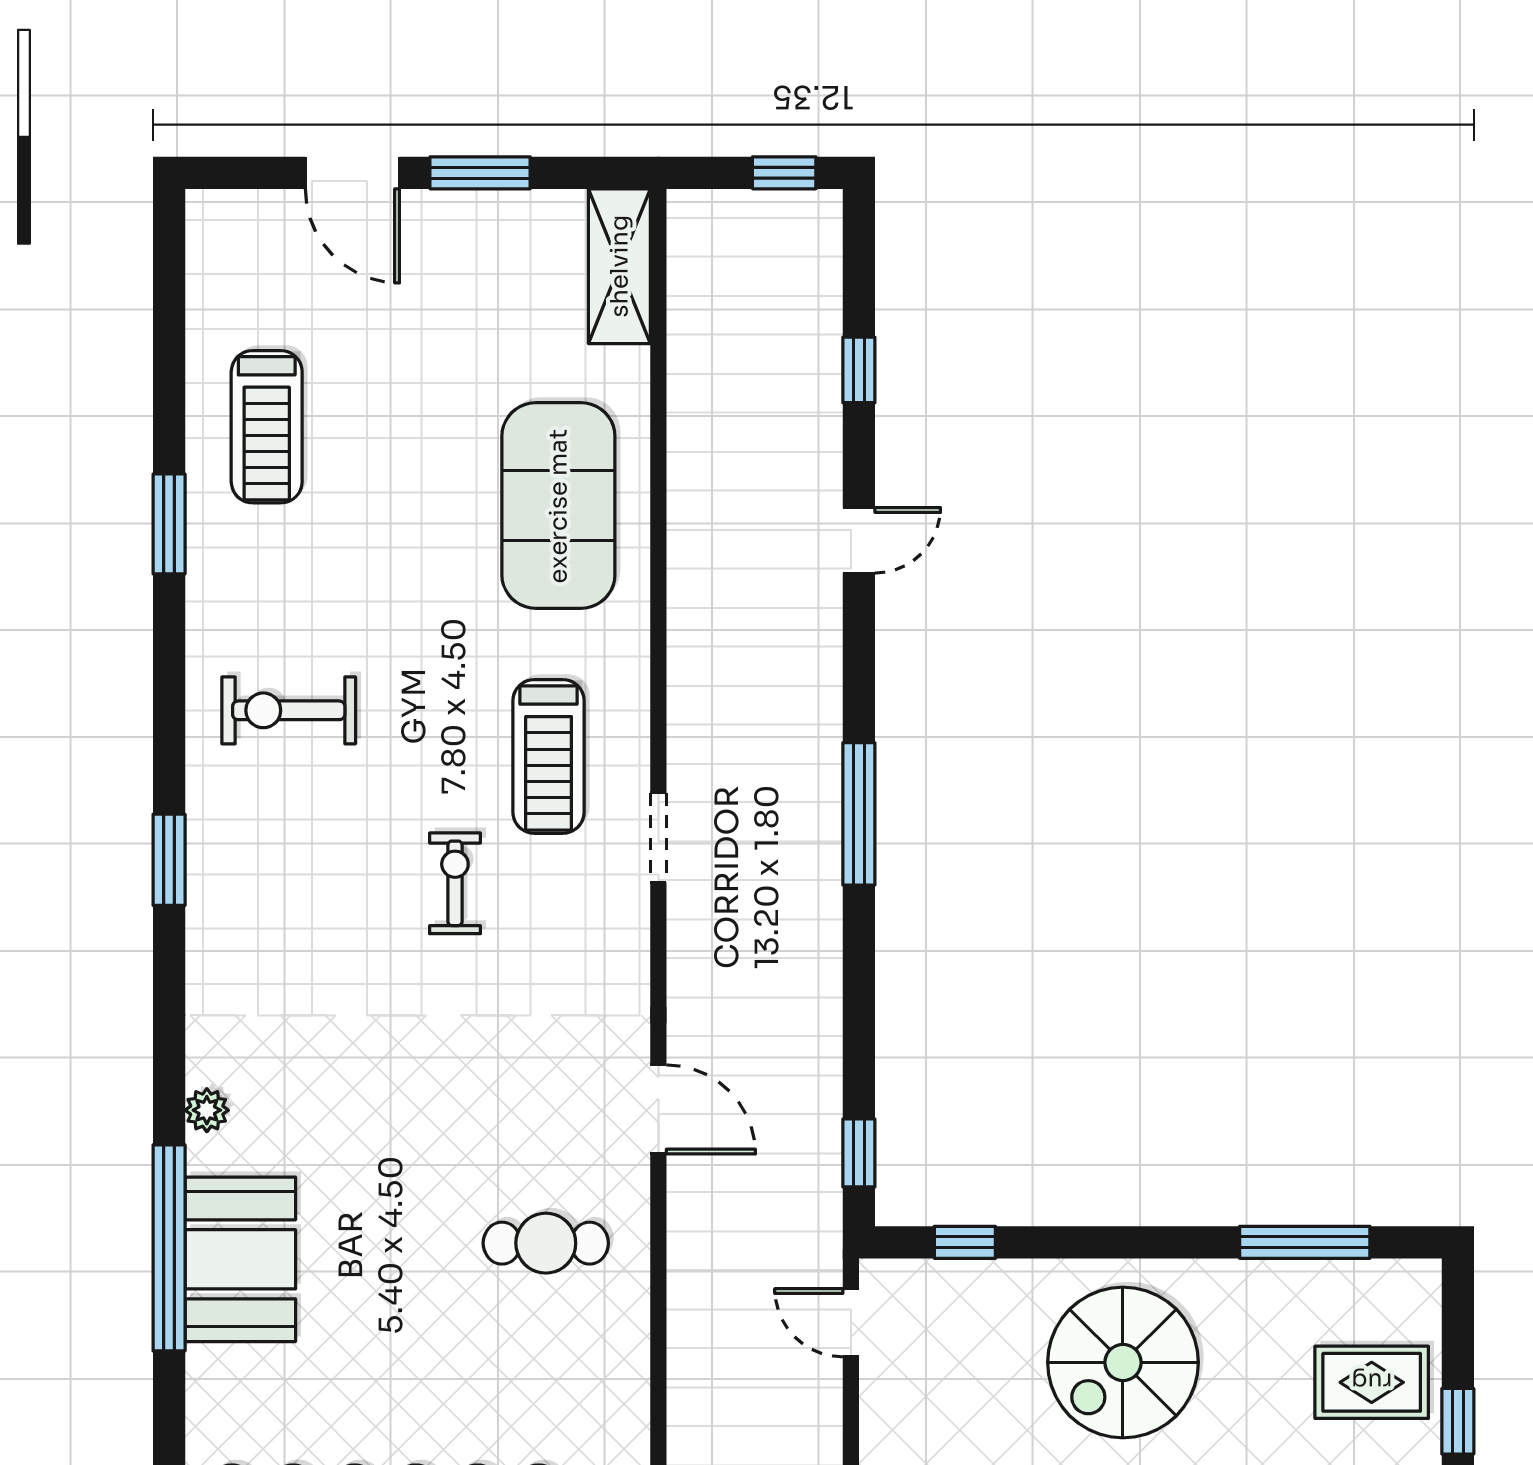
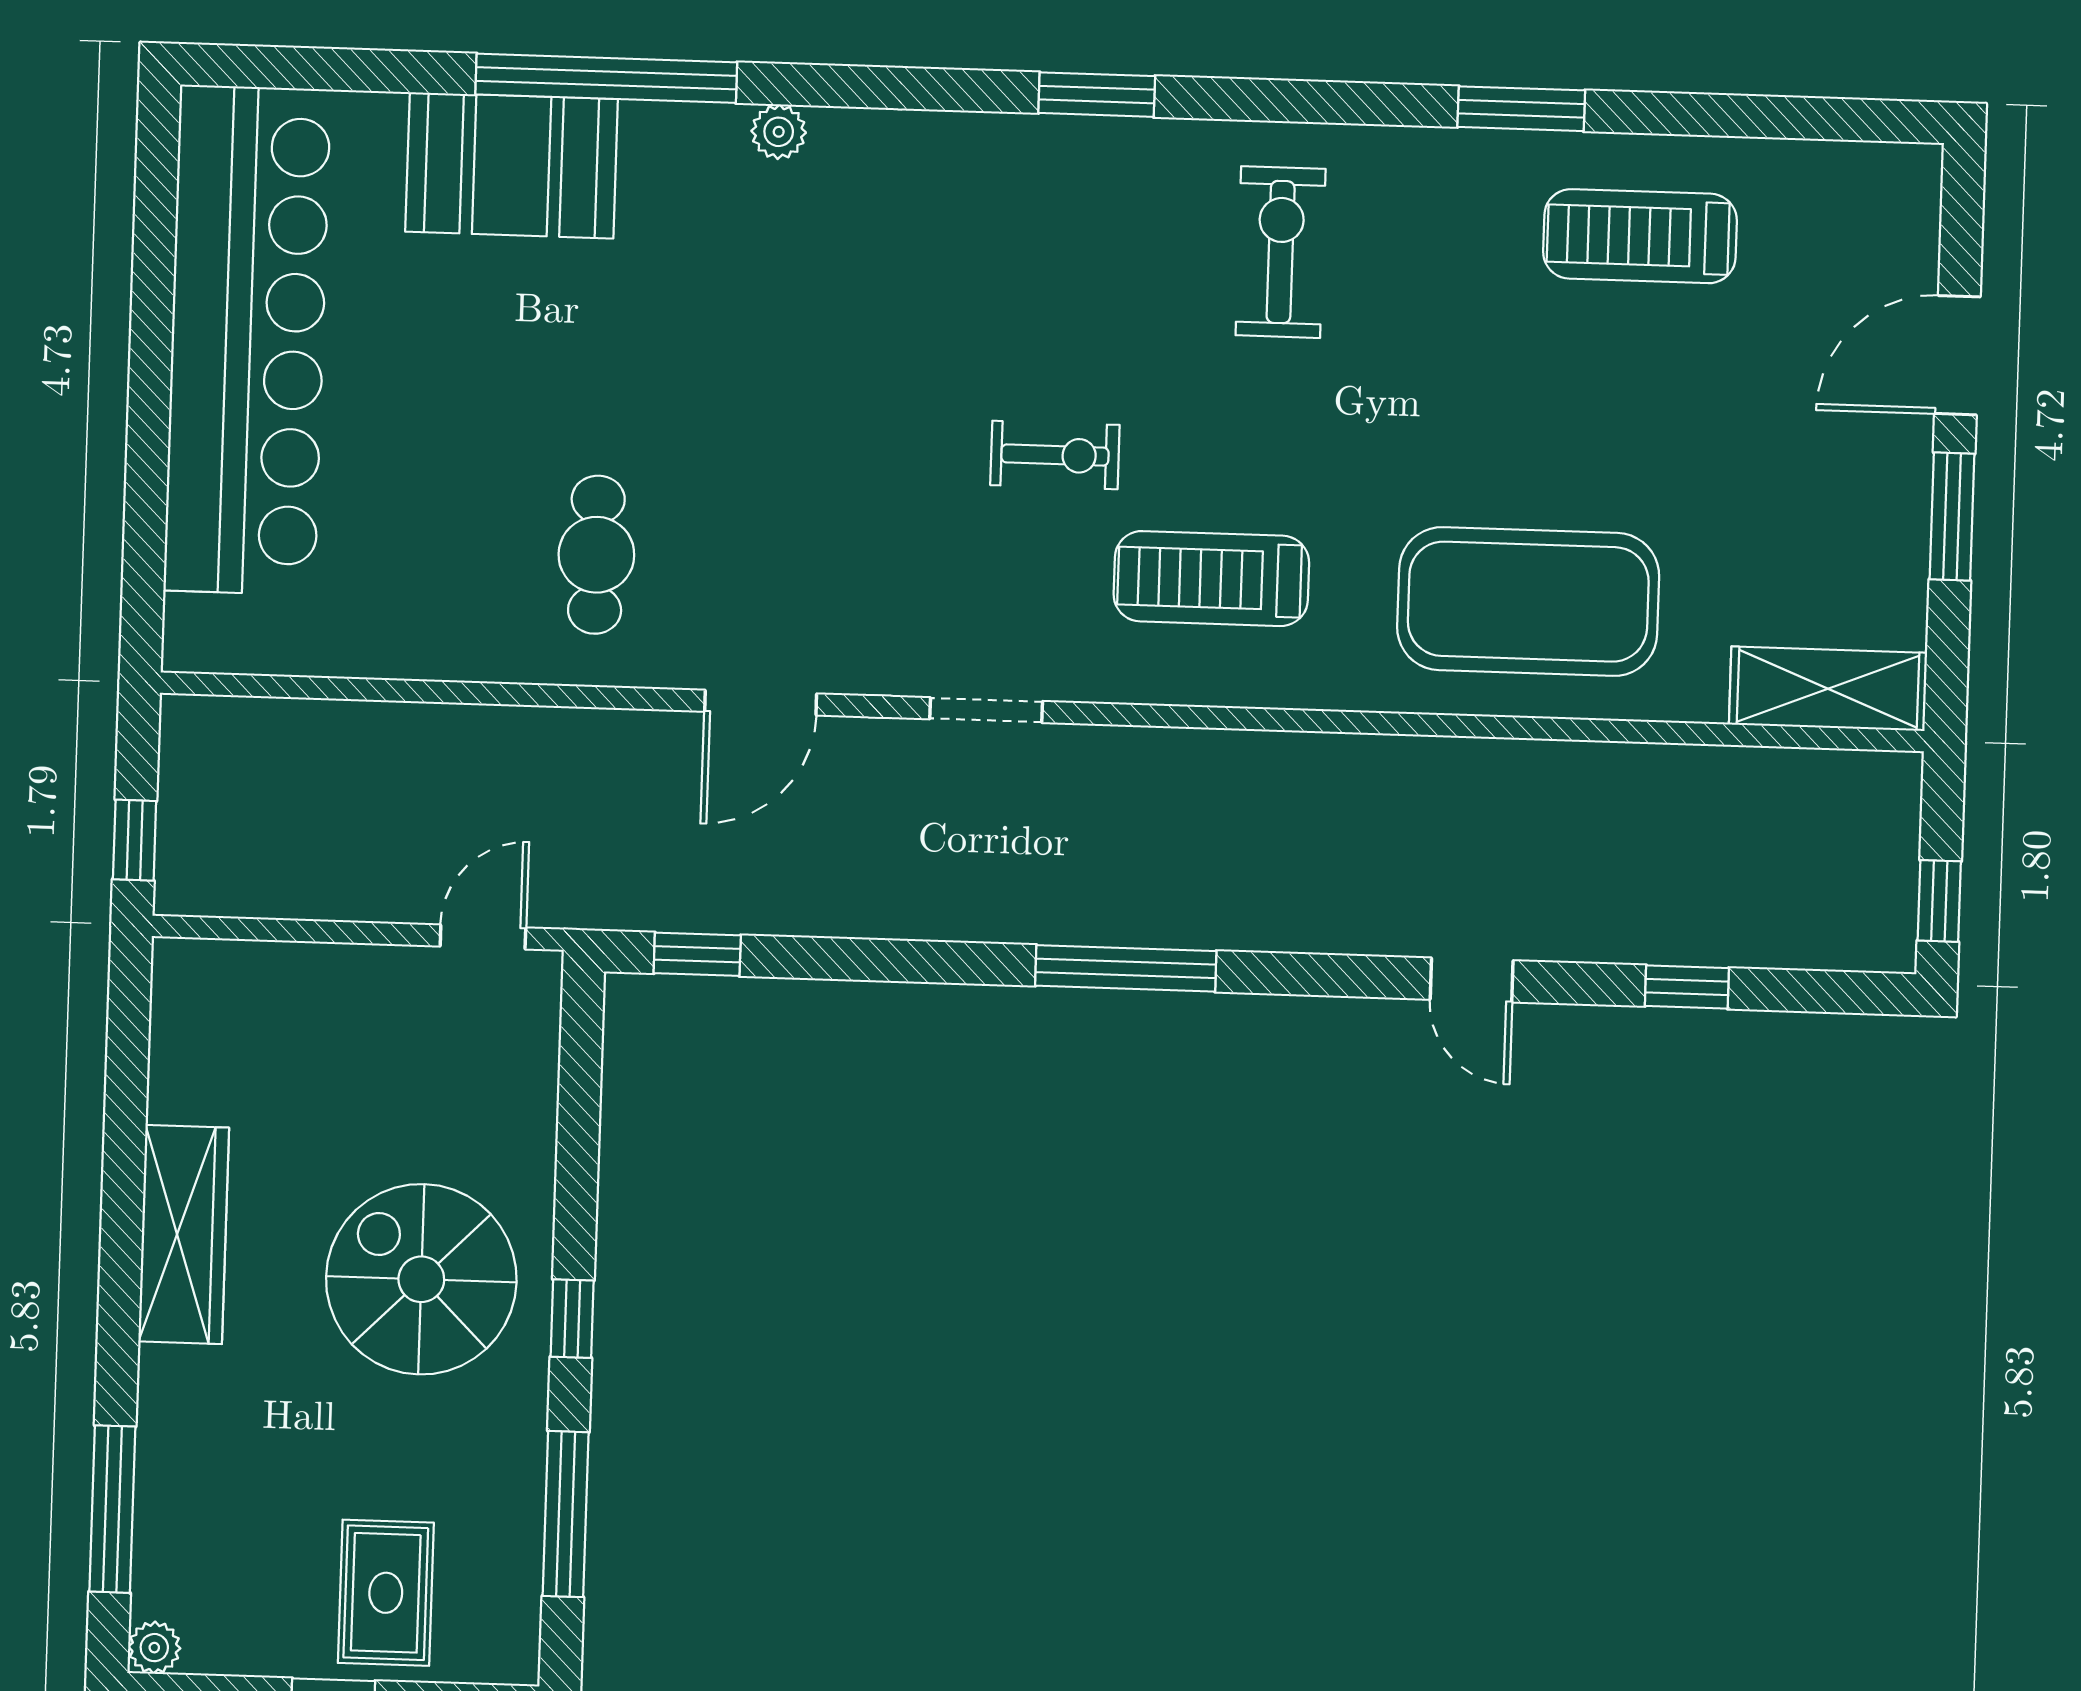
doorway: (658, 838) -> (986, 710), moved
window: (965, 1242) -> (572, 1319), moved
booth: (240, 1259) -> (512, 165), moved

